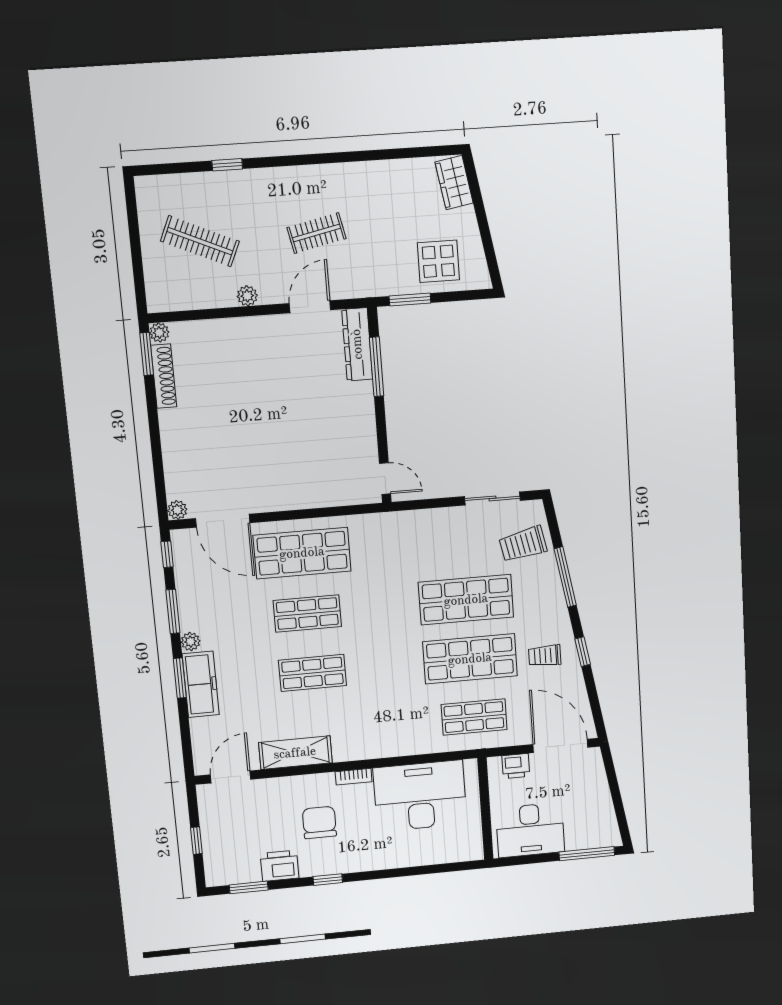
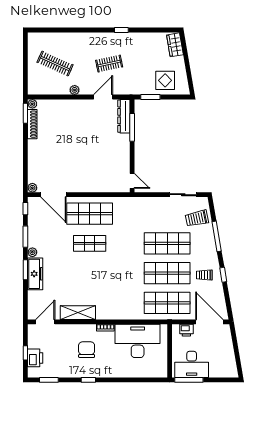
window: (227, 165) -> (121, 30), moved
shop shelf: (313, 673) -> (90, 273), removed
shop shelf: (474, 717) -> (167, 303), width x1.43, depth x1.36
window: (587, 854) -> (189, 380), moved
printer: (280, 866) -> (35, 358), moved, turned 90

